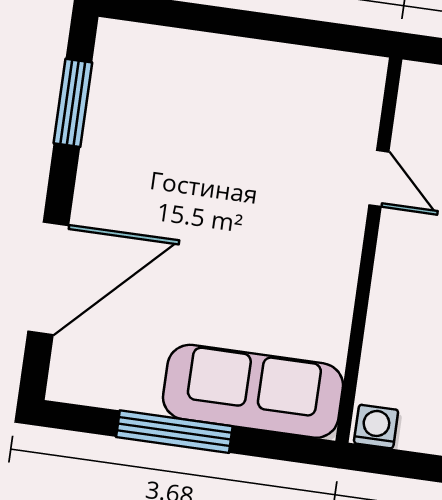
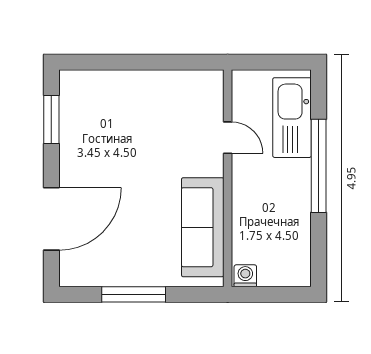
sofa: (253, 391) -> (203, 227), moved, turned -90

